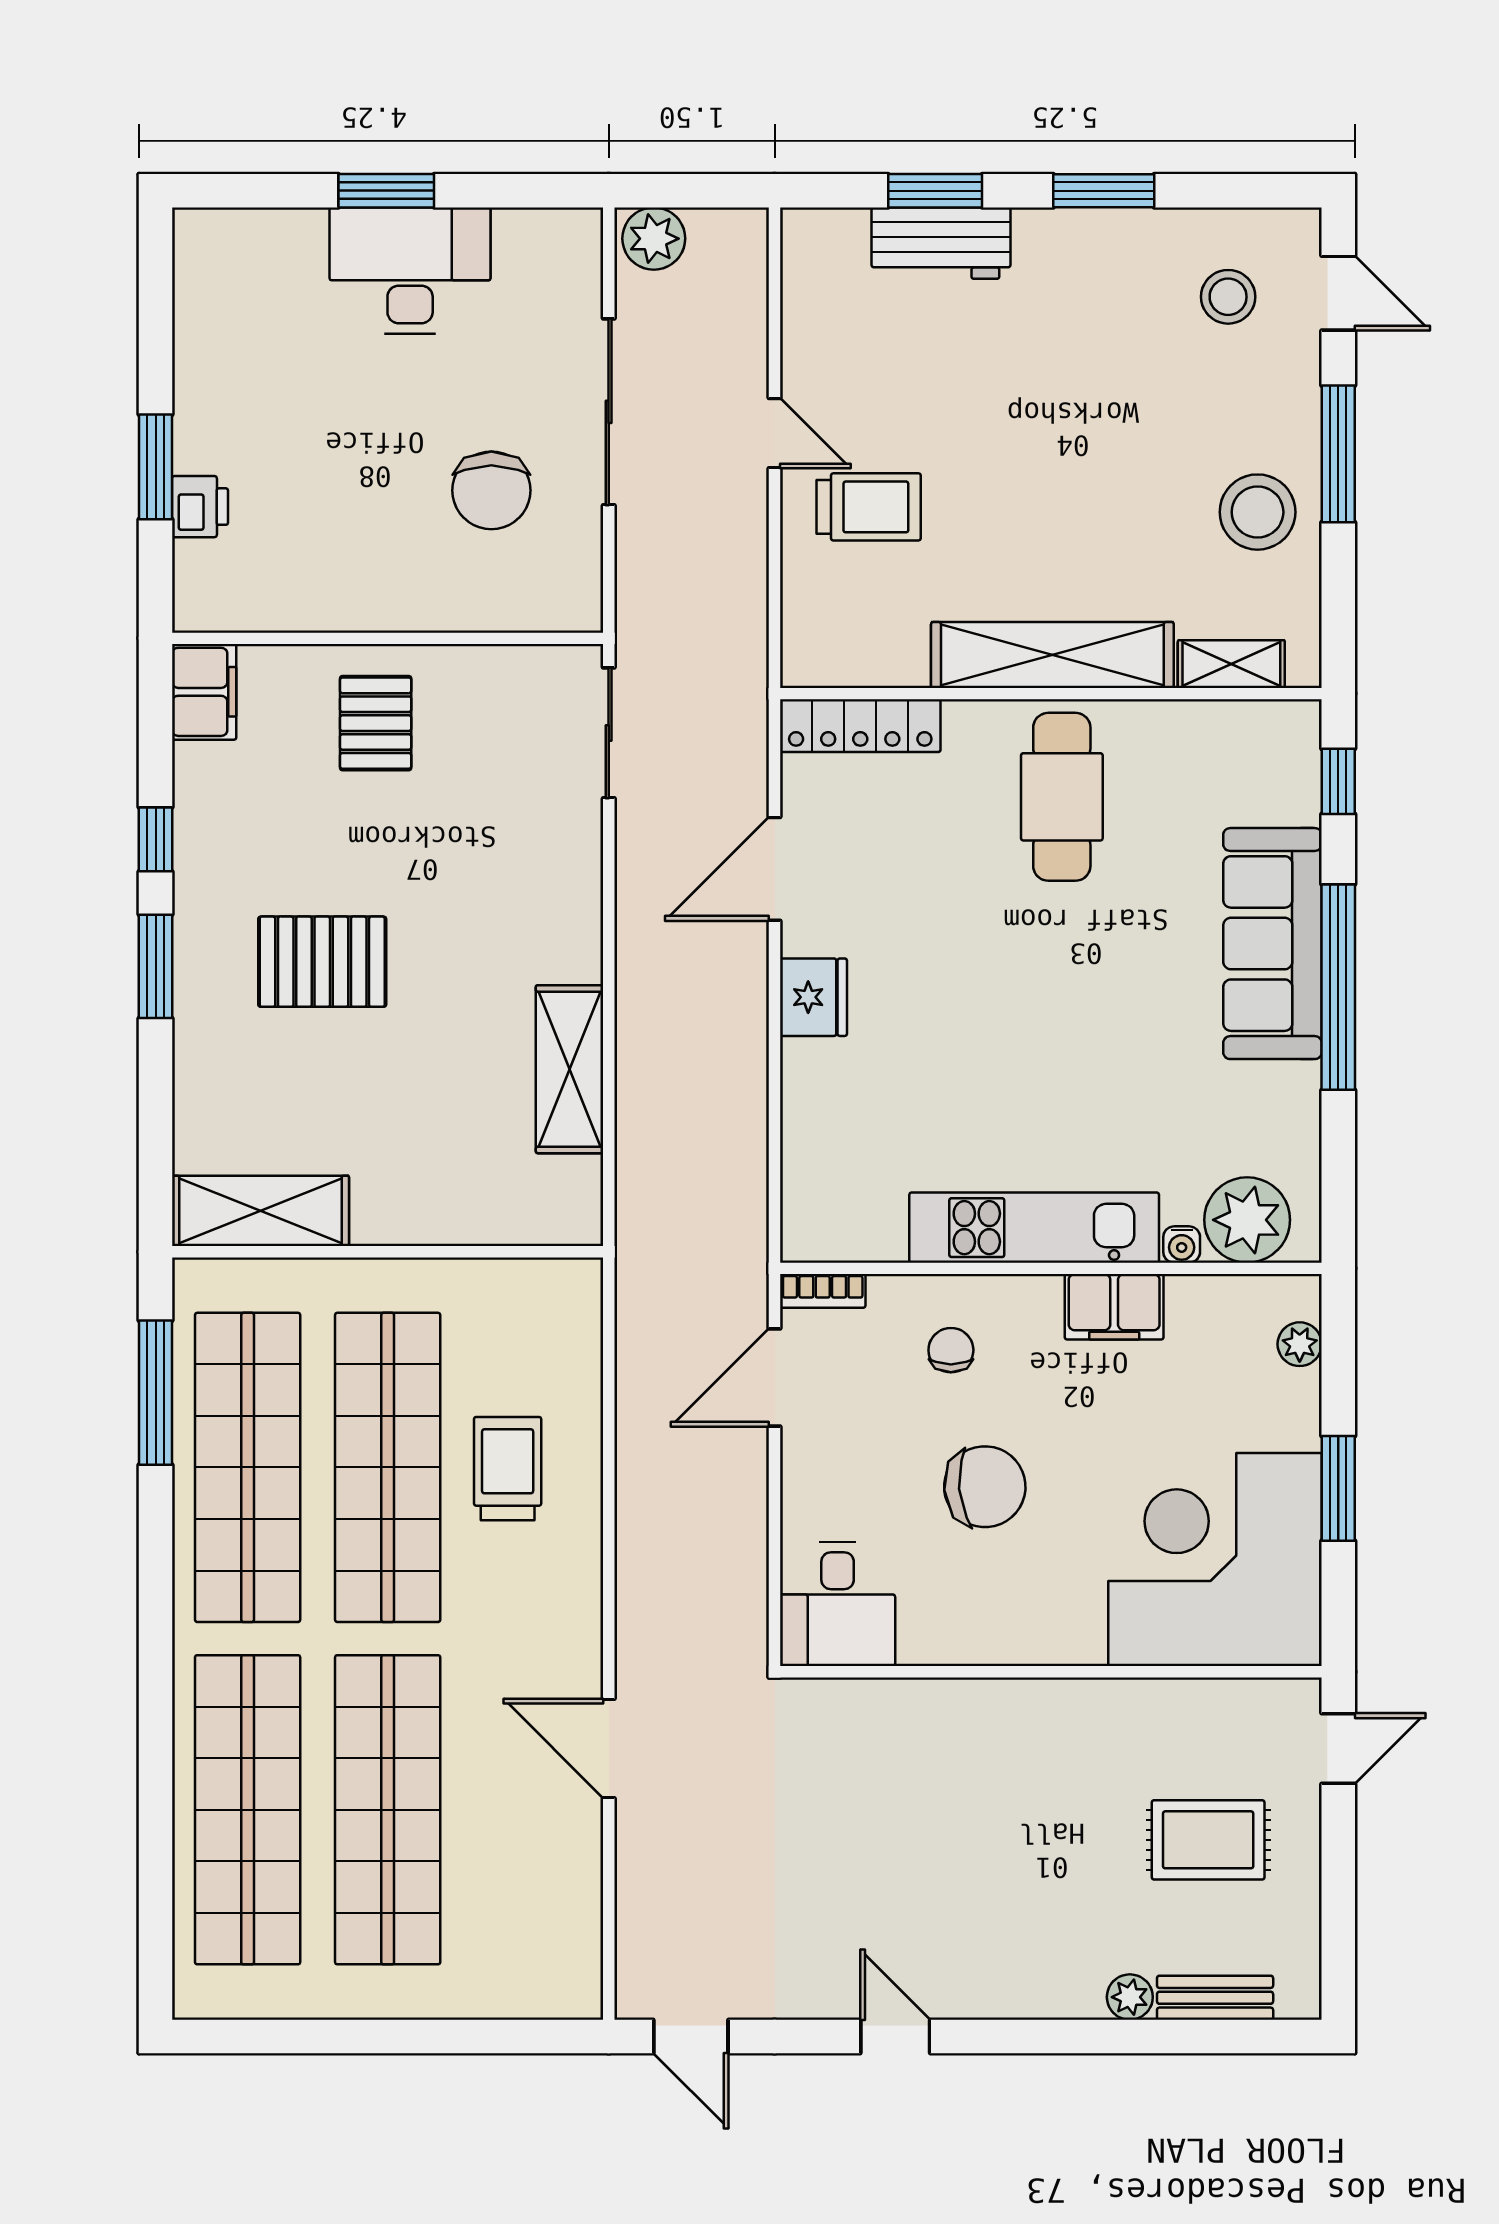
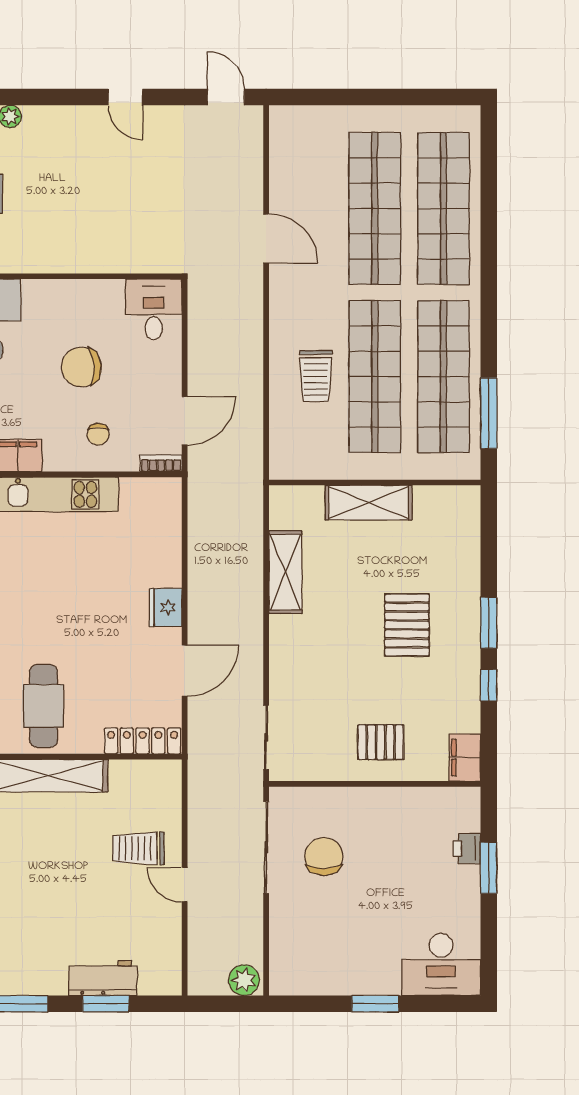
desk: (410, 270) -> (441, 965), moved
sliding door: (609, 412) -> (266, 848), moved
pallet: (376, 723) -> (381, 742), turned 90
pallet: (322, 962) -> (407, 625), turned 90
shelving: (261, 1211) -> (369, 503), moved

